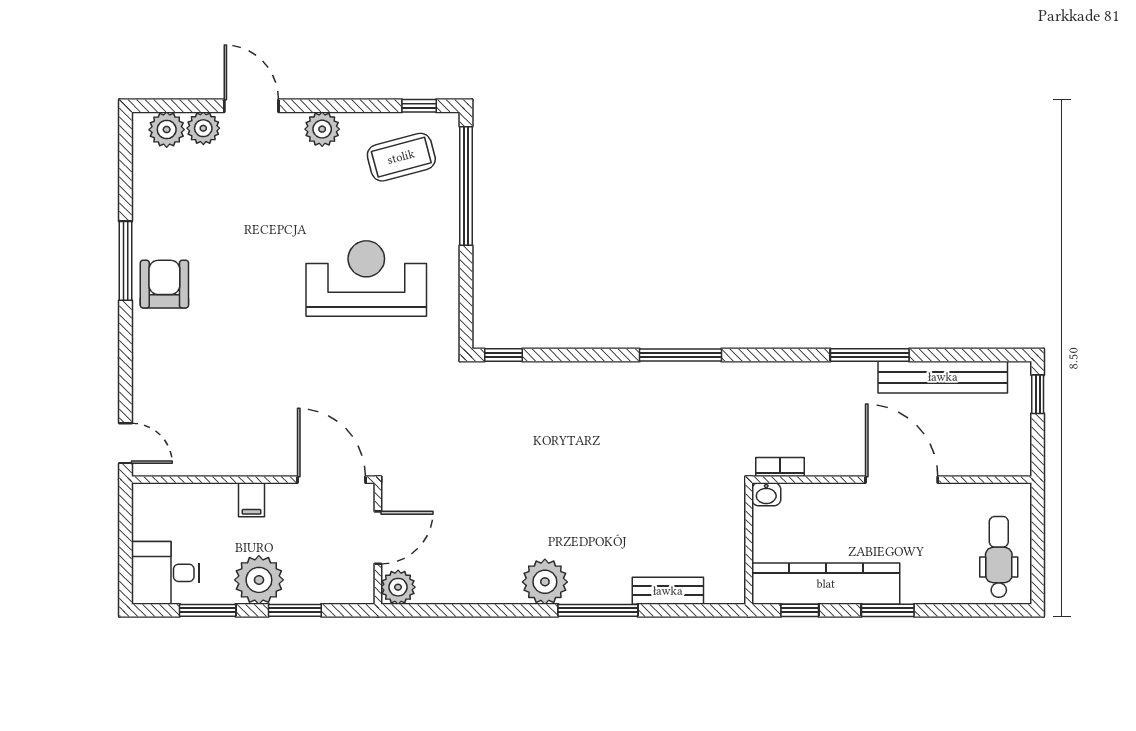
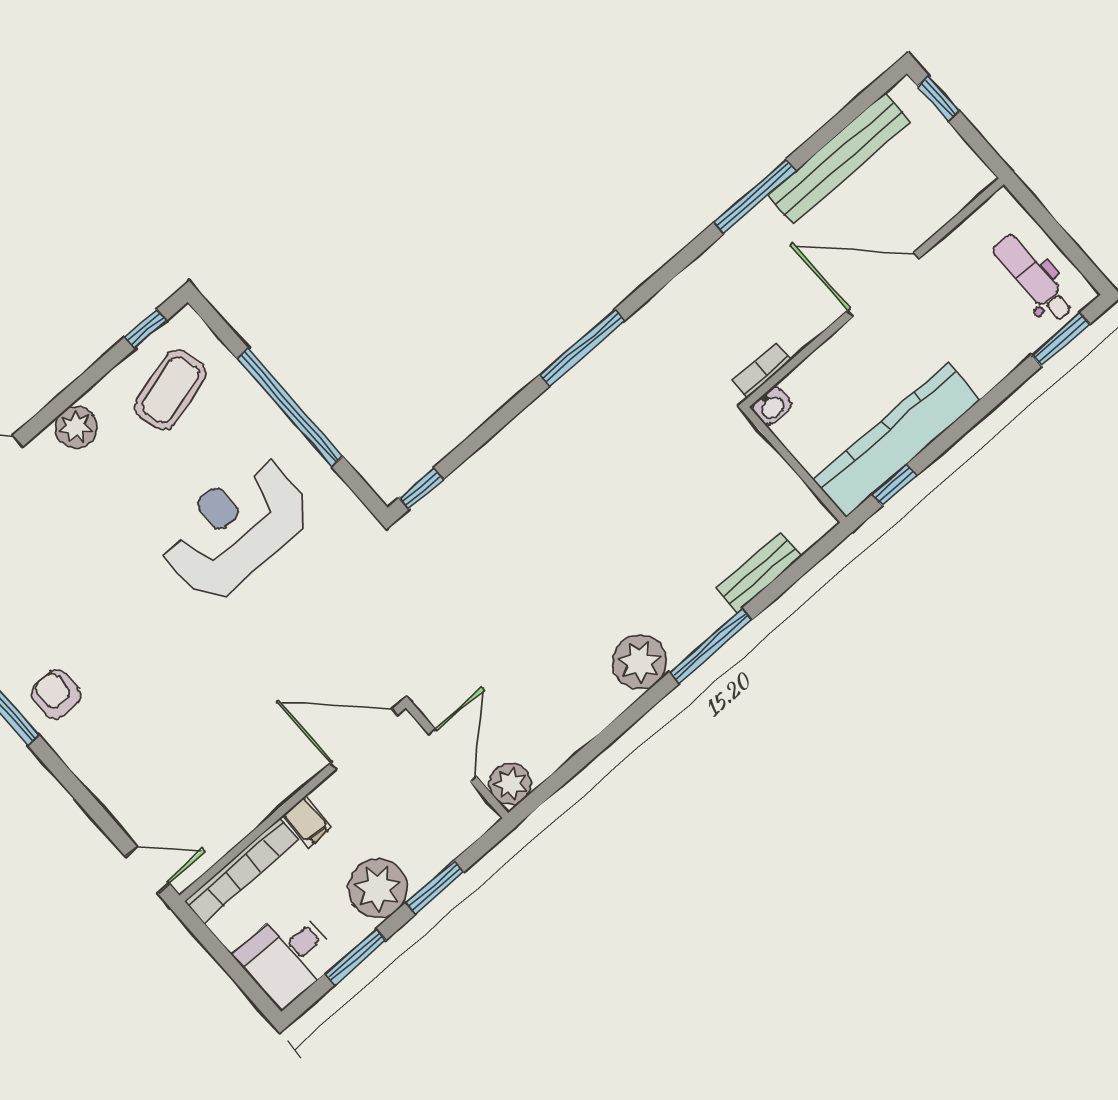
window: (466, 186) -> (290, 407), moved
armchair: (164, 284) -> (56, 694), width x0.72, depth x0.72
bookcase: (184, 495) -> (241, 870), added
window: (888, 610) -> (1061, 339), moved

